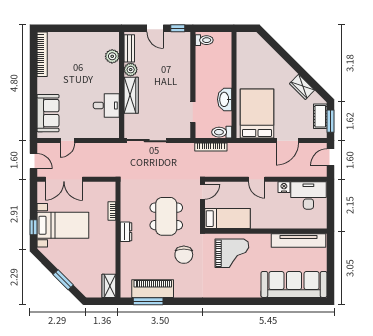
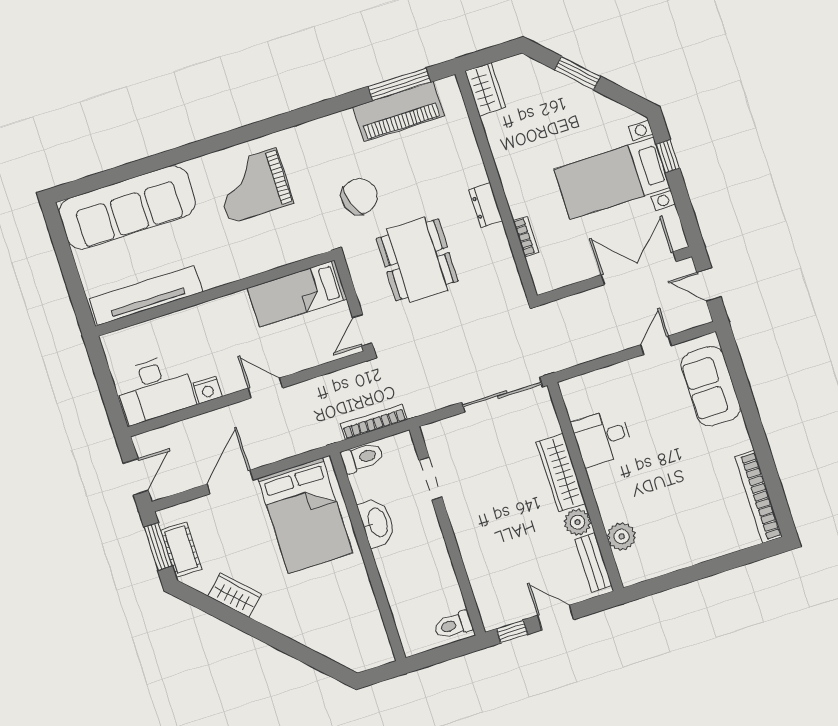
grand piano: (232, 253) -> (253, 186), moved
chair: (184, 255) -> (359, 196), turned 71

